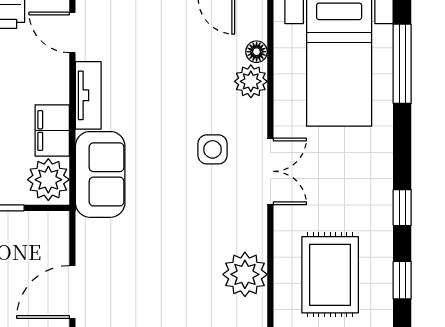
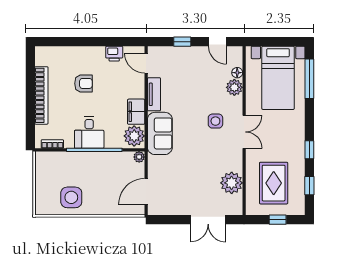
plant: (58, 222) -> (139, 157), added

